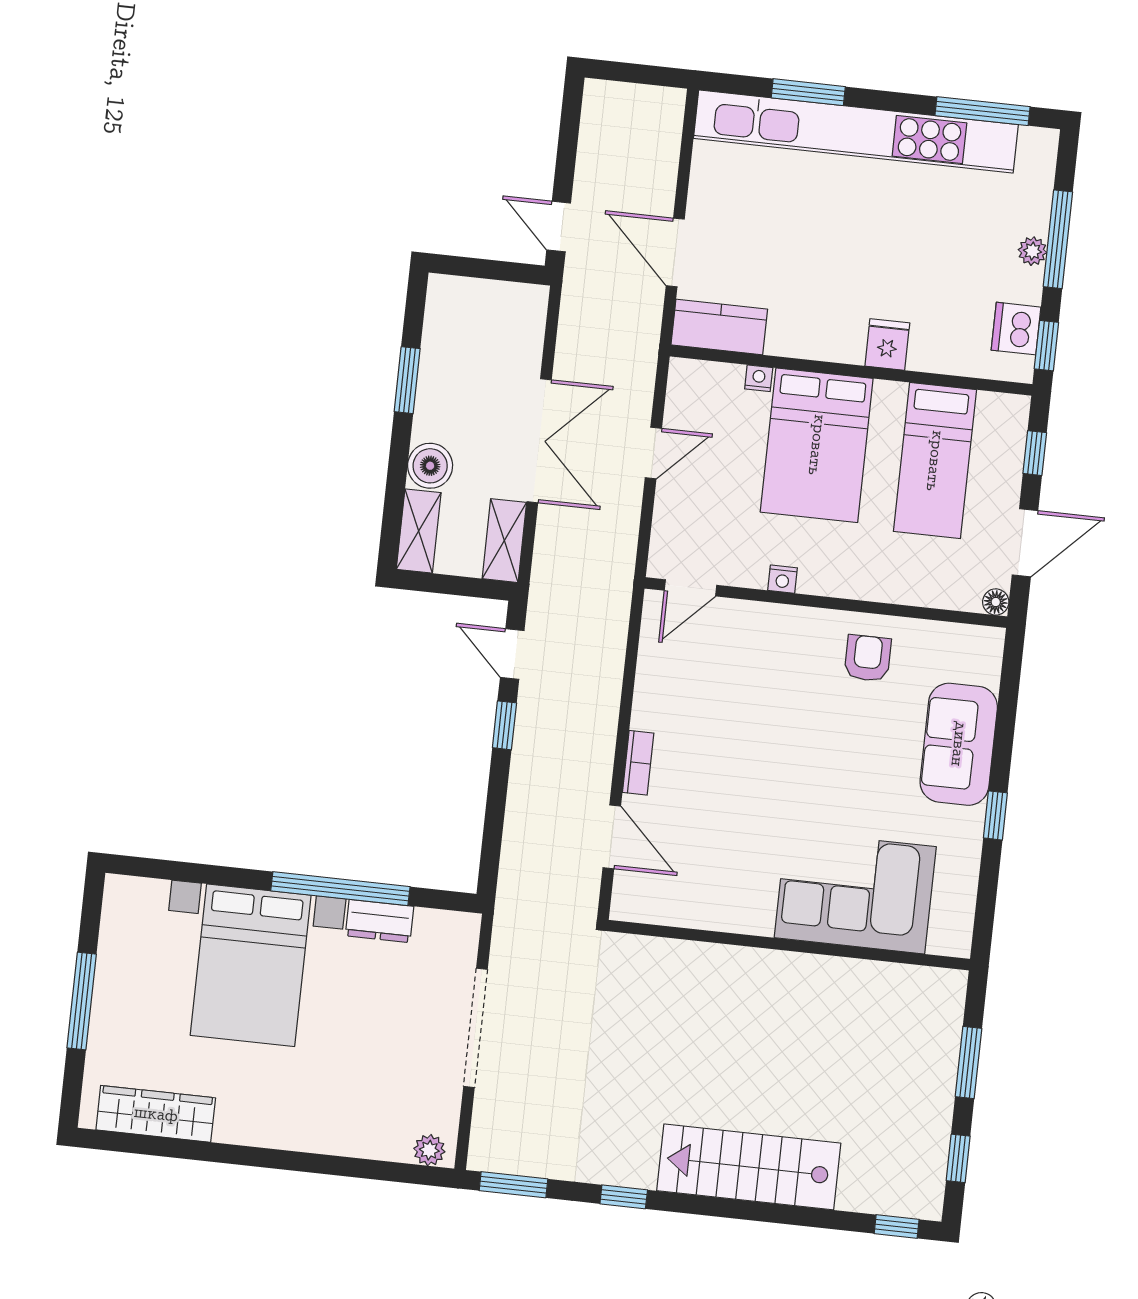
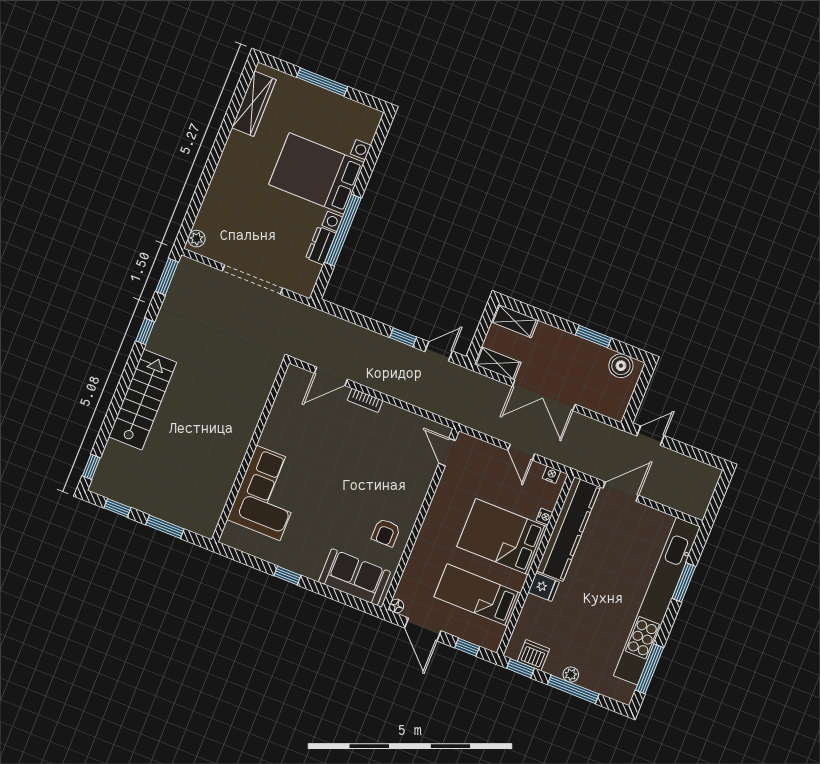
kitchen counter: (719, 327) -> (568, 529), width x2.08, depth x1.17
boiler: (430, 466) -> (621, 366), moved
nightstand: (783, 579) -> (551, 475), moved, turned 90
armchair: (868, 658) -> (386, 533), turned 90
sofa: (959, 744) -> (354, 577), moved

